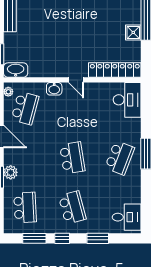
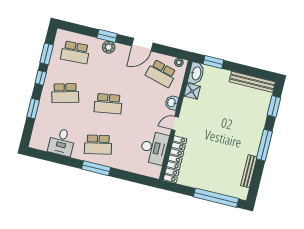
shower: (133, 32) -> (192, 91), moved
desk: (127, 100) -> (154, 148), moved, turned -90
school desk: (120, 158) -> (98, 145), turned -33
desk: (127, 217) -> (62, 142), moved

